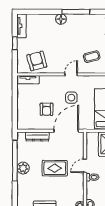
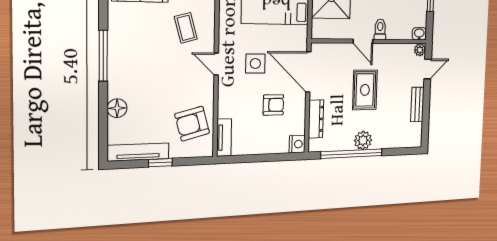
floor lamp: (61, 19) -> (117, 108), moved
tv unit: (22, 26) -> (138, 152), width x1.41
nightstand: (22, 125) -> (297, 144), added

